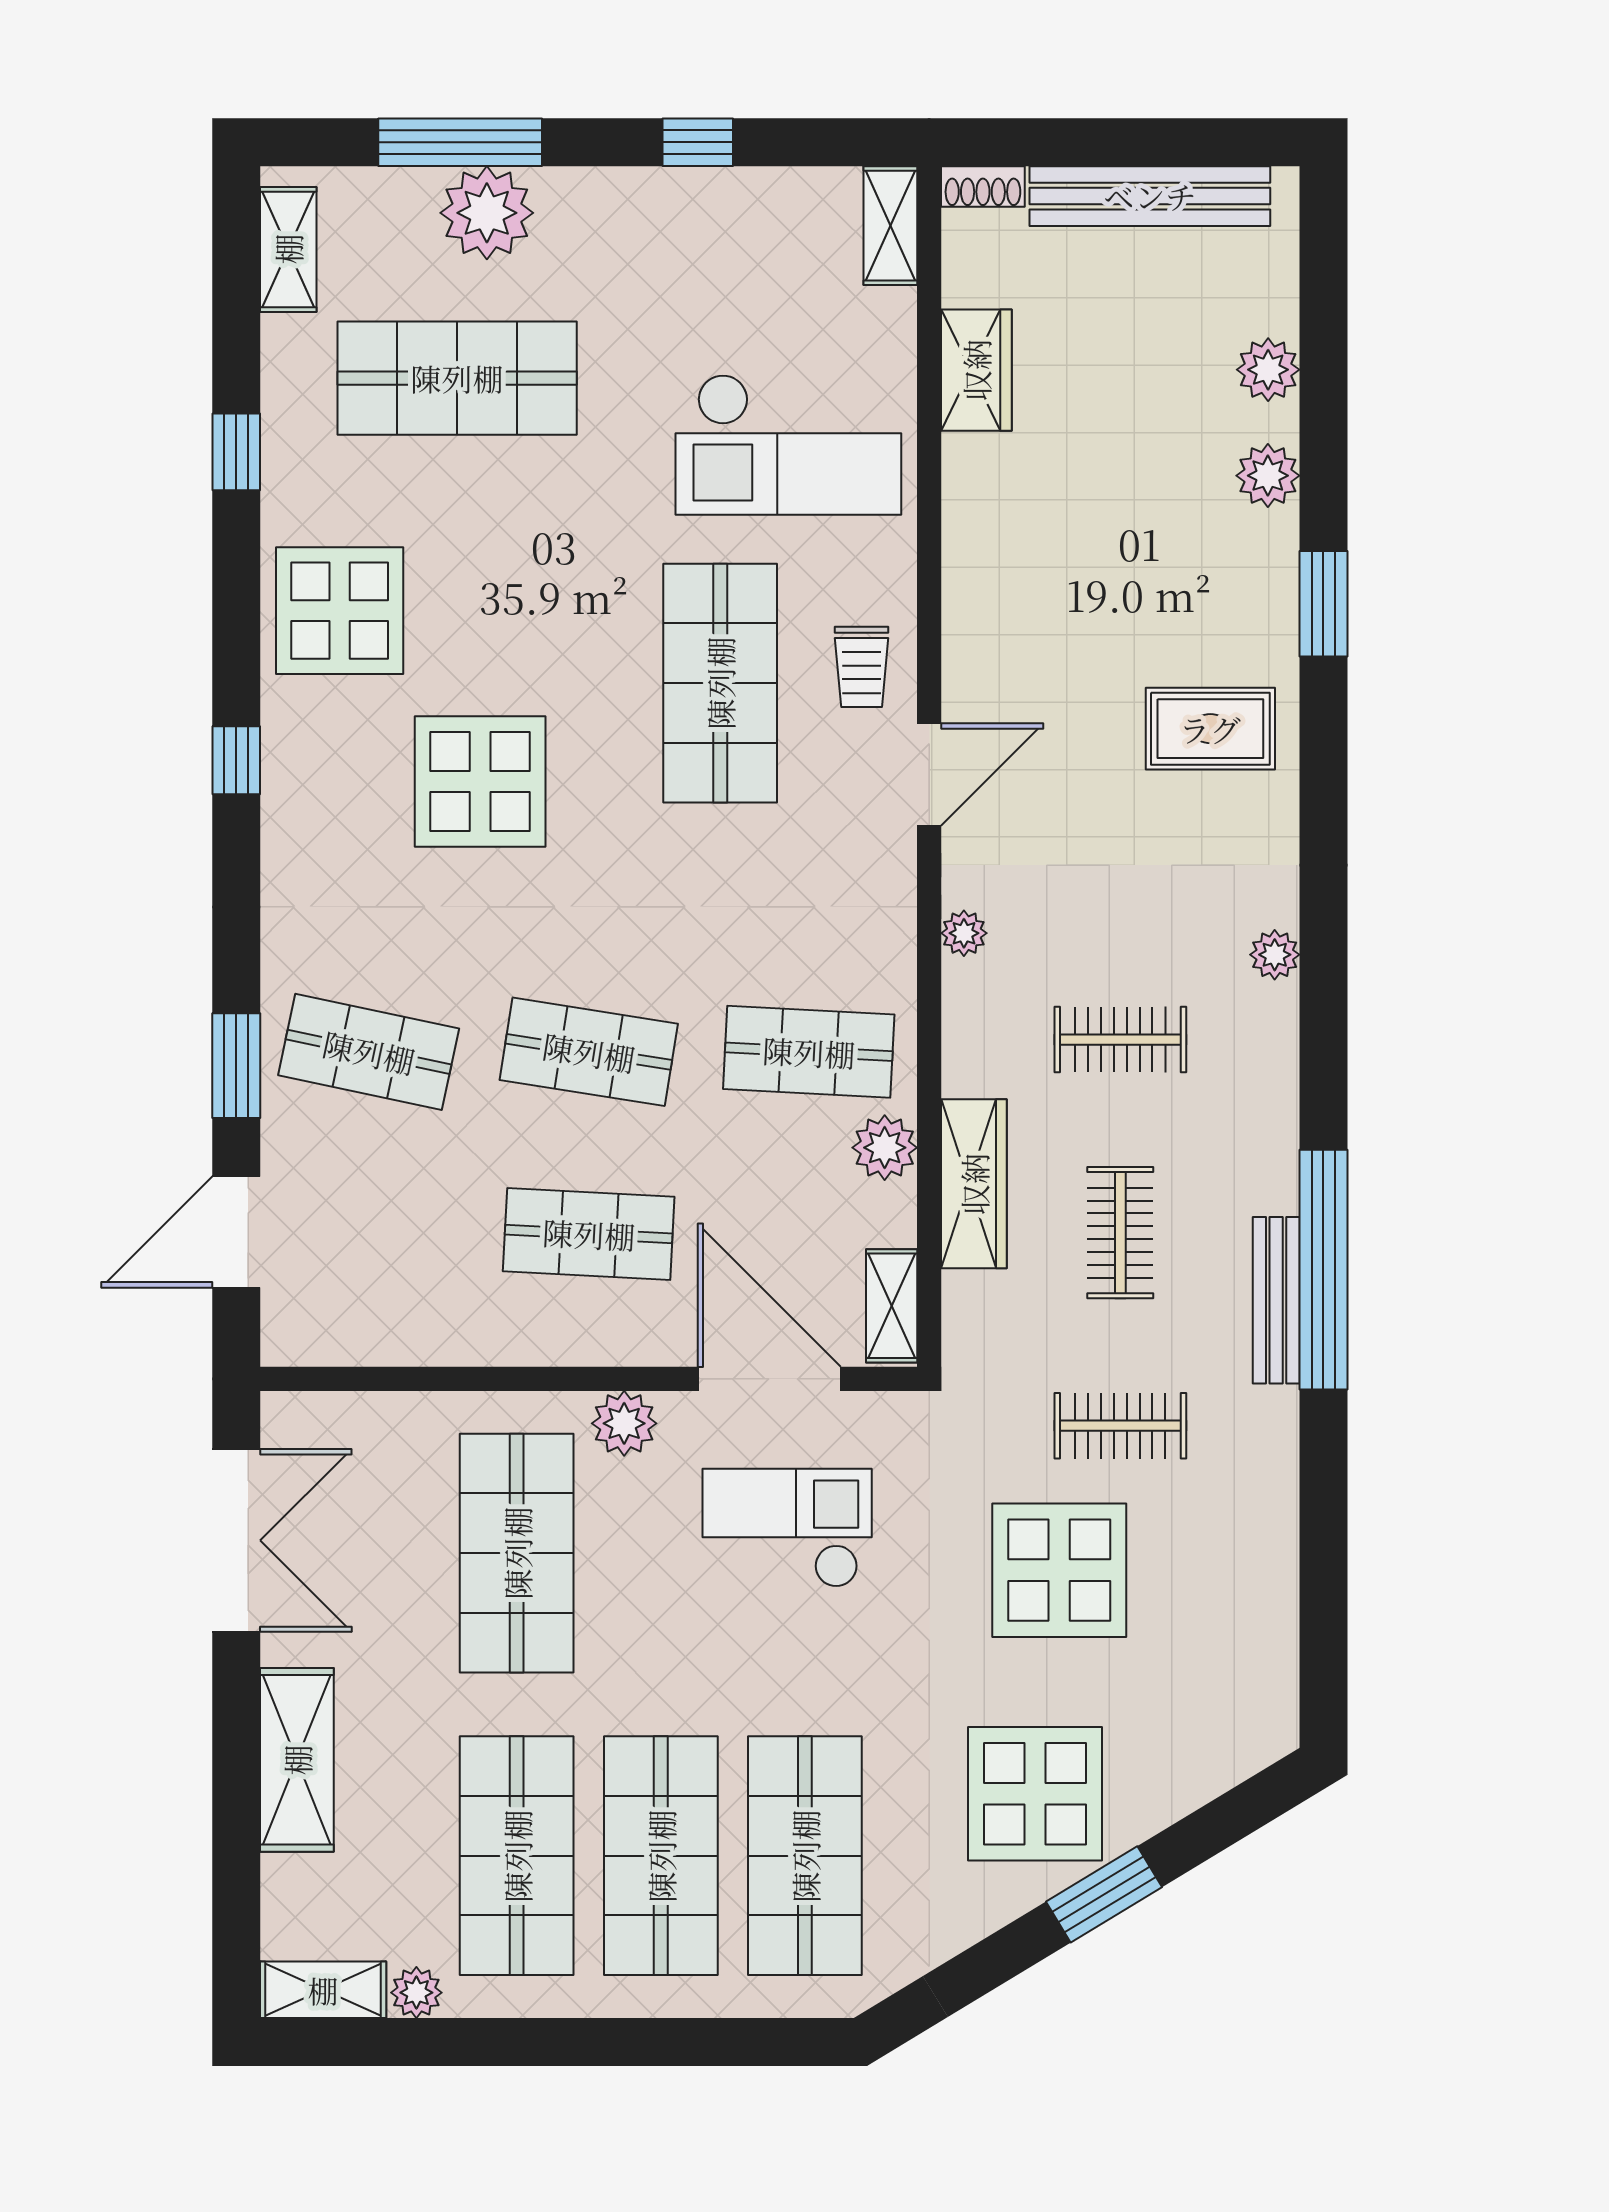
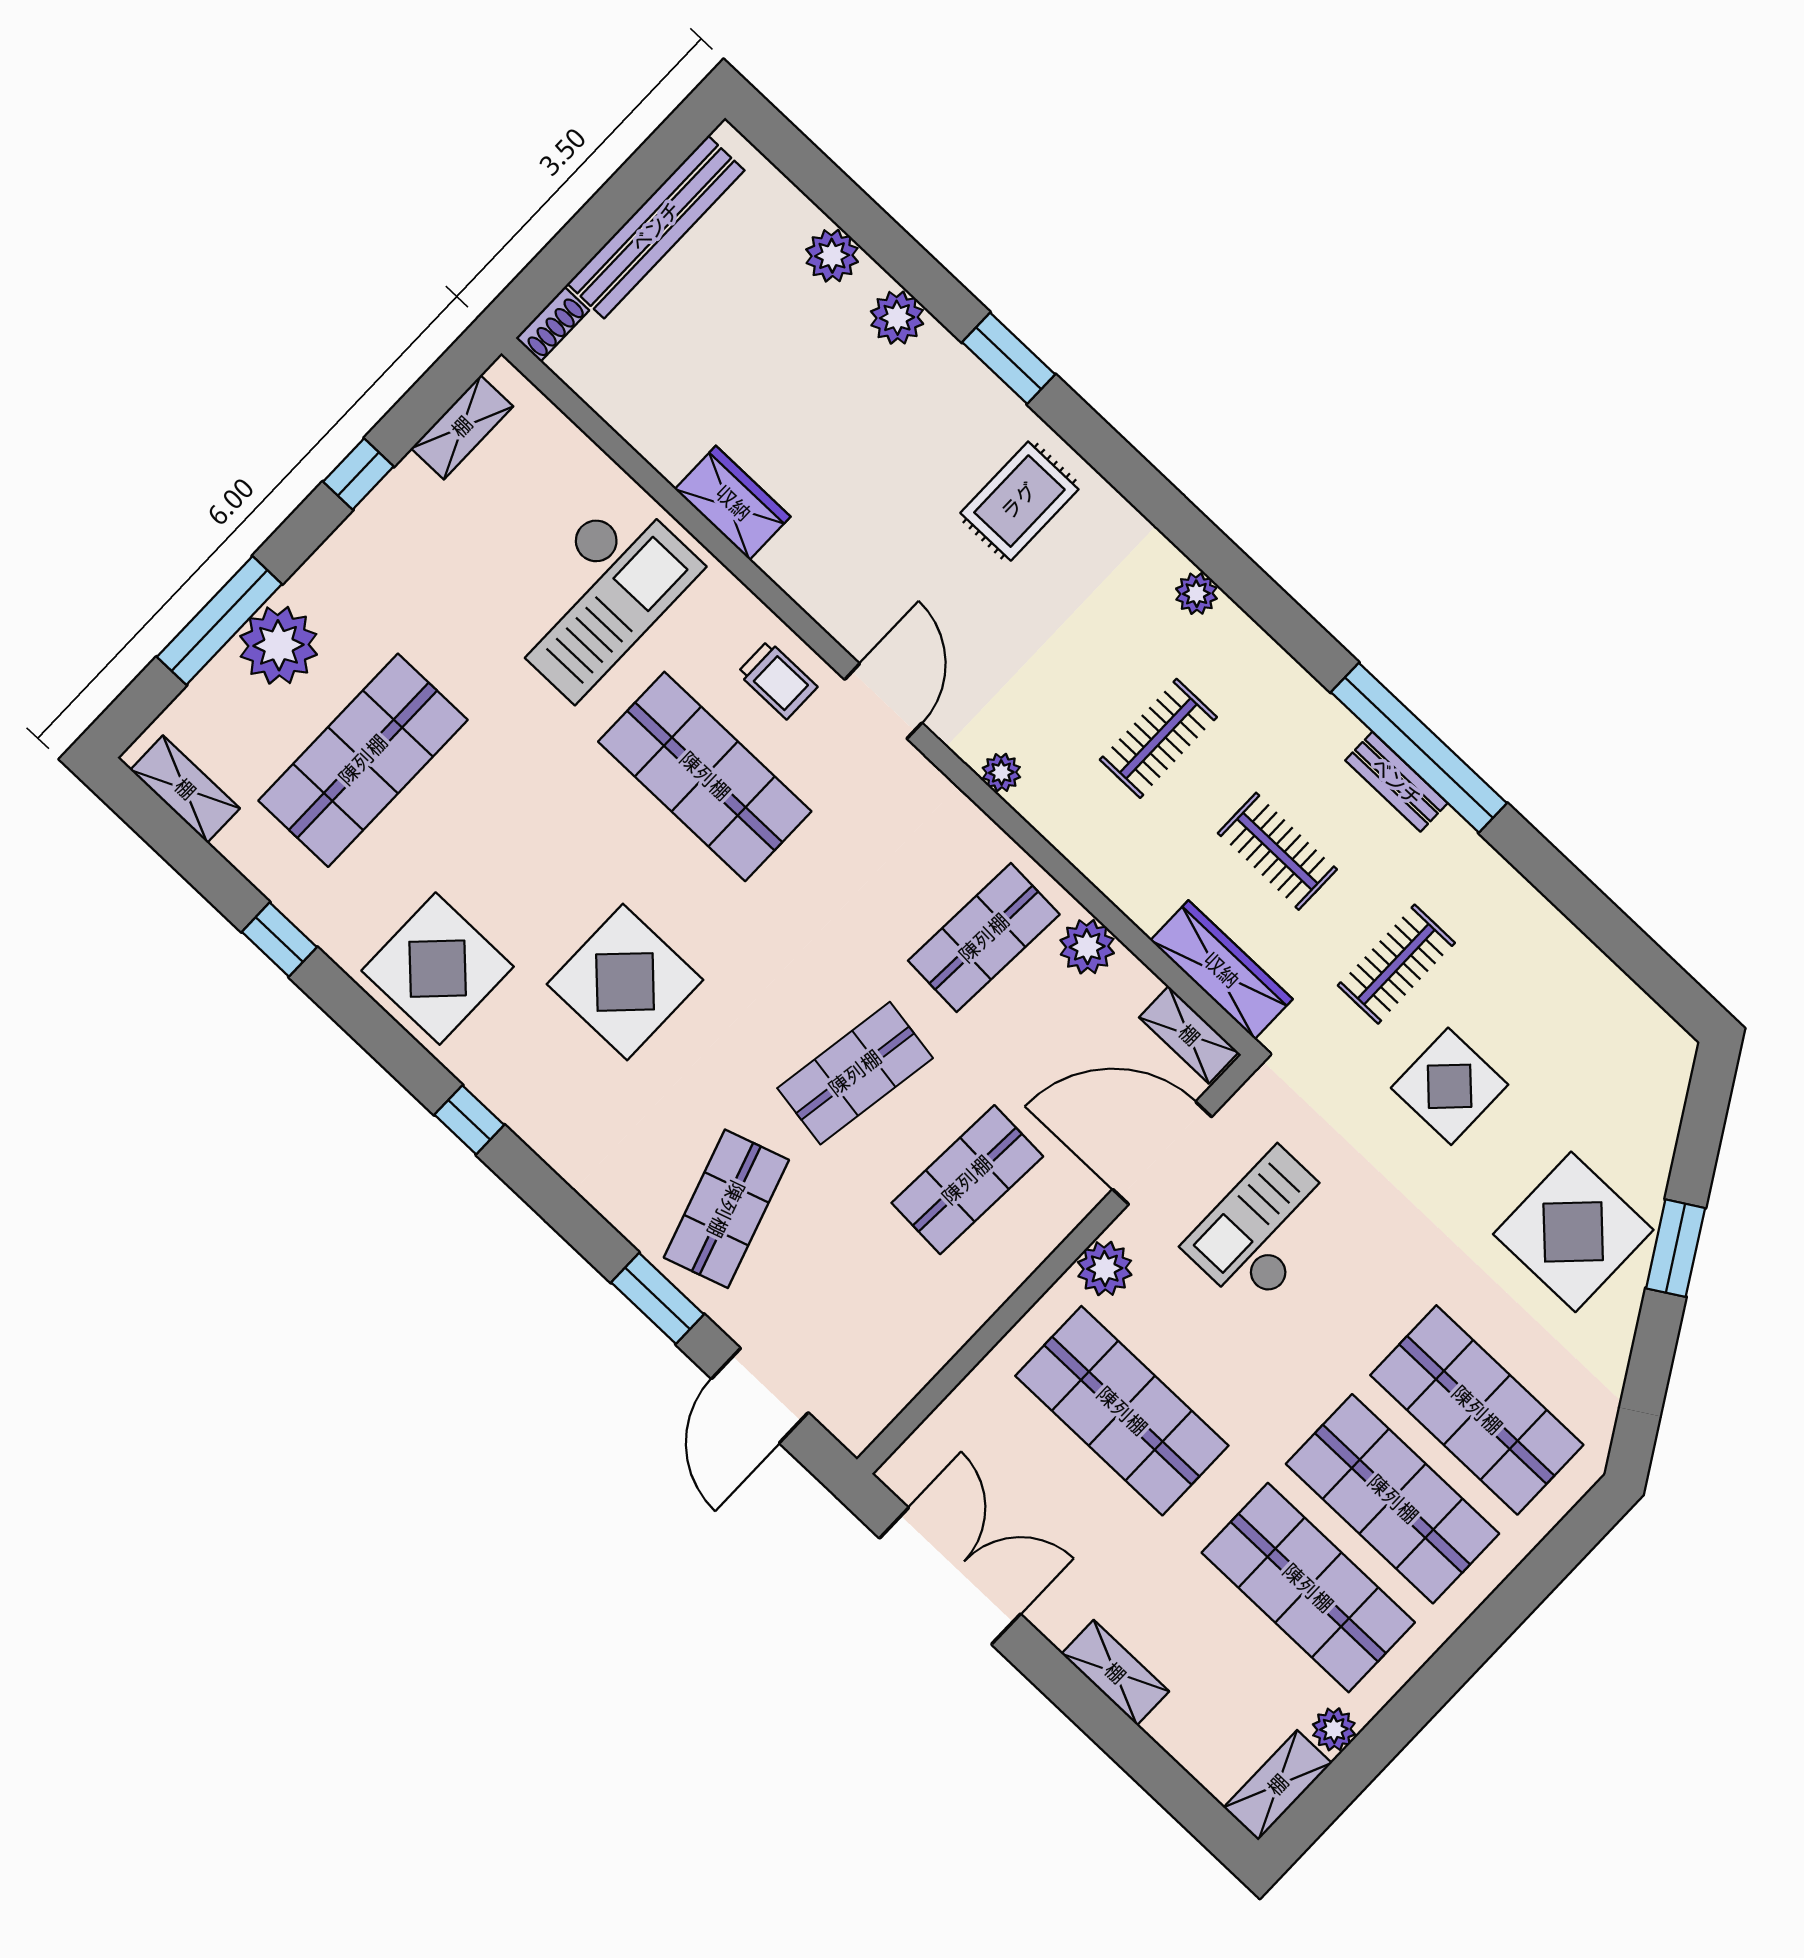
shelving: (890, 226) -> (462, 427), moved, turned 90
wardrobe: (976, 370) -> (733, 503), moved
shop shelf: (369, 1052) -> (726, 1209), turned -30
wardrobe: (974, 1184) -> (1221, 970), moved
bench: (1276, 1300) -> (1396, 782), width x0.73
display table: (1059, 1570) -> (1450, 1086), width x0.73, depth x0.73
shelving: (297, 1760) -> (1115, 1673), width x0.67, depth x0.75

